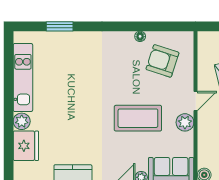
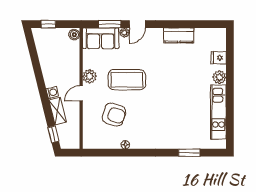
armchair: (162, 61) -> (114, 115), moved
fridge: (26, 146) -> (219, 58), width x0.53, depth x0.75

